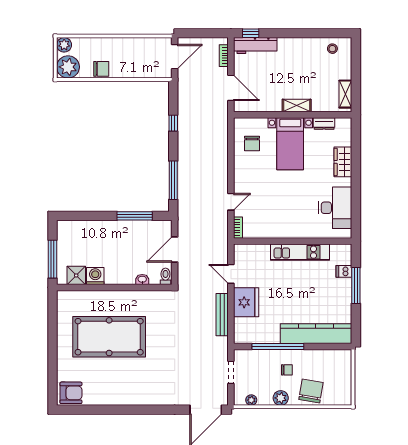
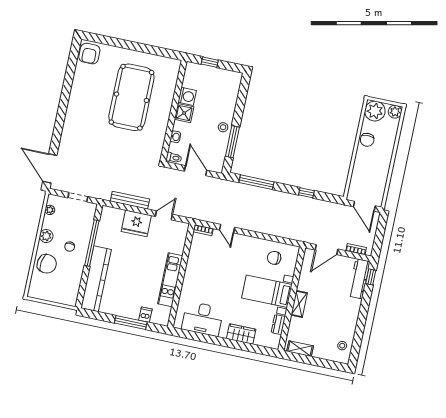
stool: (121, 229) -> (223, 127), added
window: (53, 259) -> (210, 62), width x0.46
shower: (76, 275) -> (184, 113), moved

